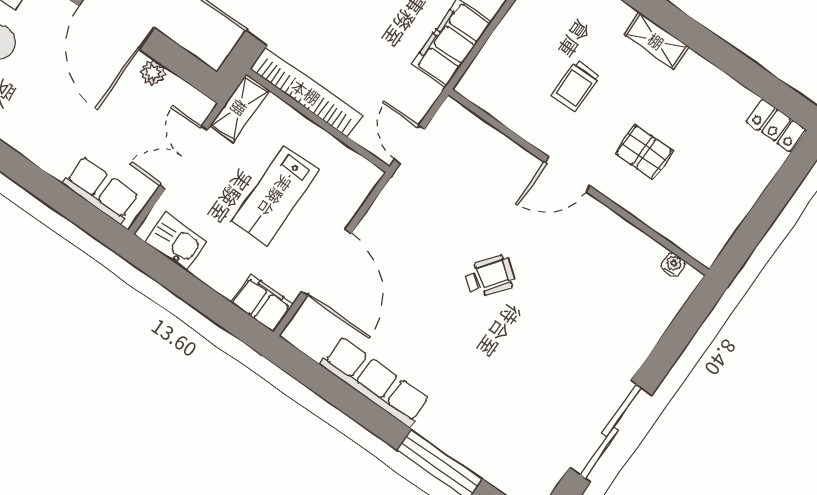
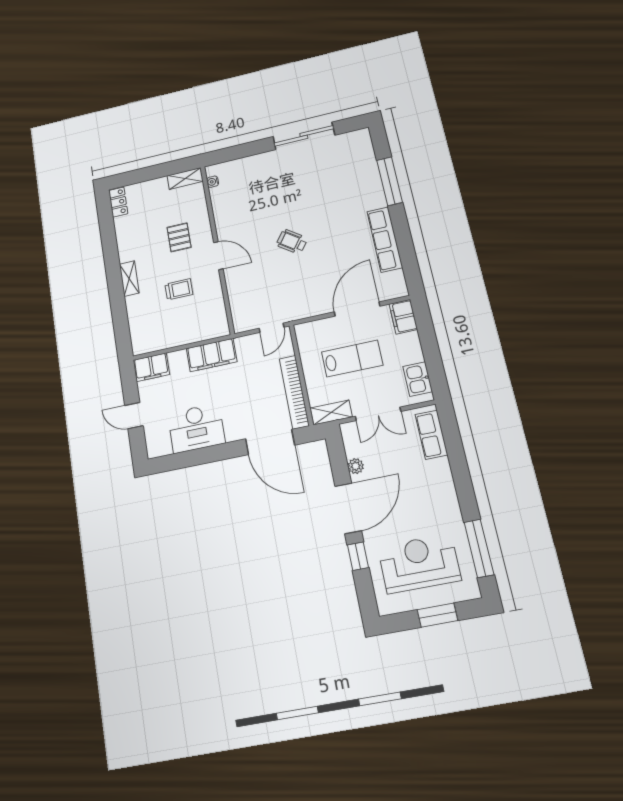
shelving: (715, 237) -> (185, 178), added

